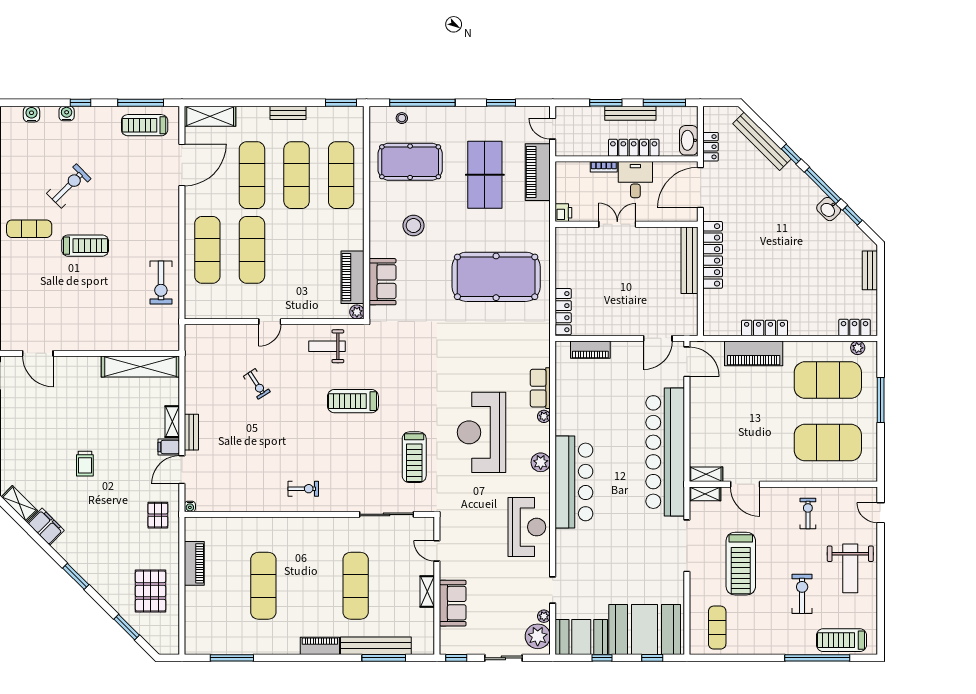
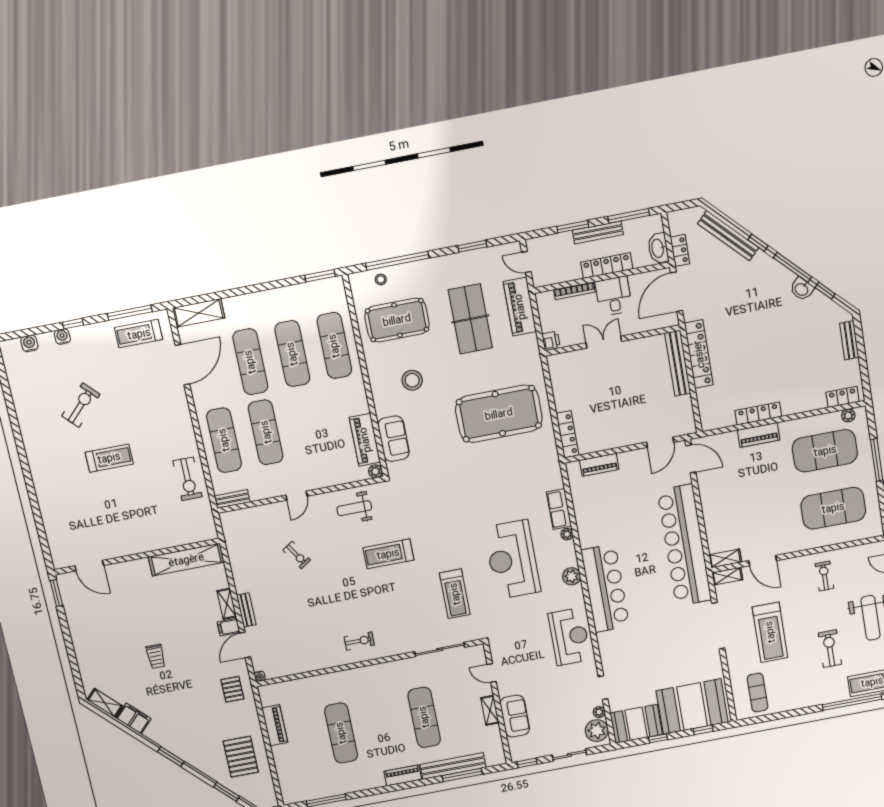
bench: (288, 113) -> (232, 499), moved
bookcase: (604, 167) -> (574, 291), width x1.56
exercise mat: (29, 229) -> (53, 452), removed
piano: (754, 353) -> (759, 435), width x0.73, depth x0.75

